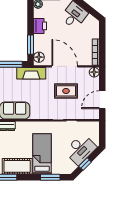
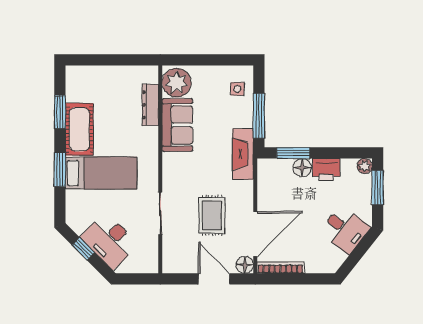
floor lamp: (39, 57) -> (302, 168), moved
door: (65, 66) -> (255, 234), moved
door: (102, 100) -> (214, 279), moved
window: (50, 177) -> (60, 169), moved

